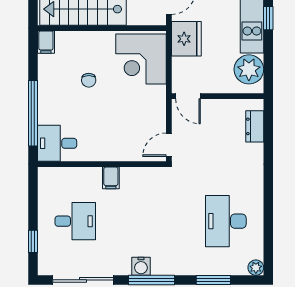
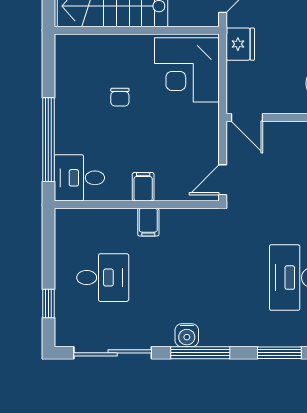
fridge: (186, 39) -> (240, 44), width x0.73, depth x0.75
filing cabinet: (46, 42) -> (143, 187), moved, turned 180

